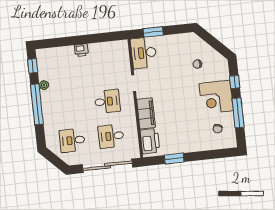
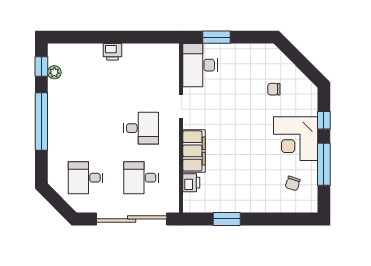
plant: (44, 85) -> (54, 72), moved
printer: (150, 141) -> (191, 183), width x0.53, depth x0.68

